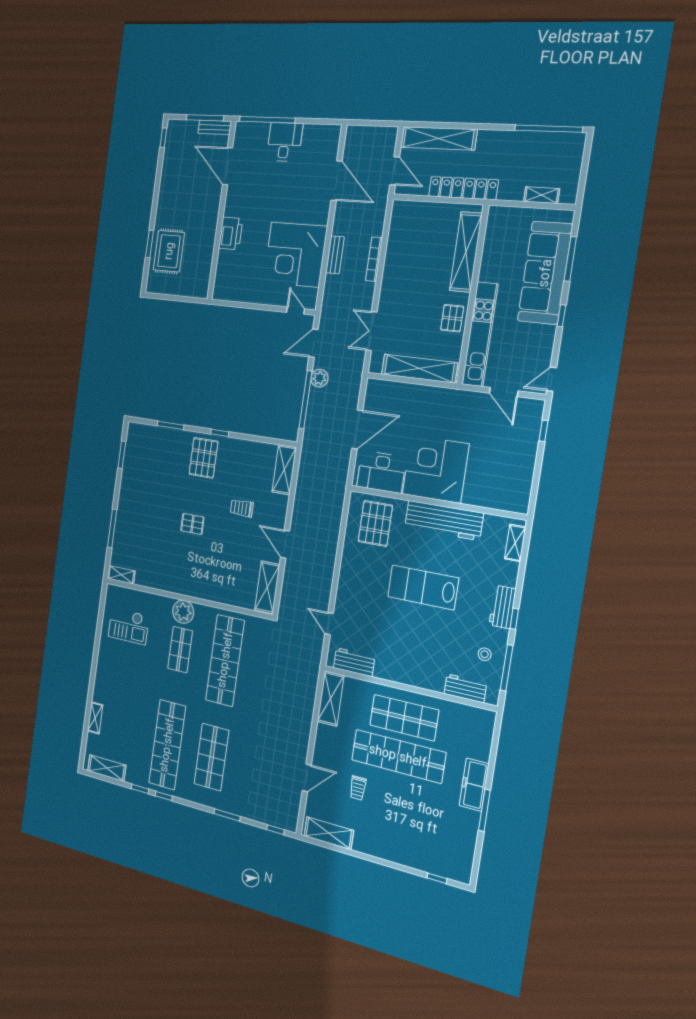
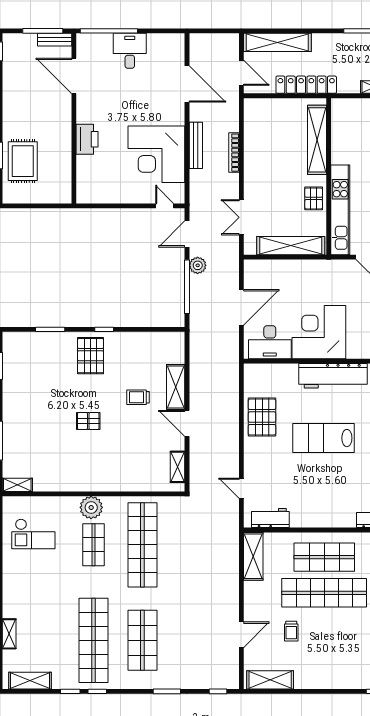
bench: (335, 255) -> (196, 145), width x1.36
shelving: (284, 470) -> (176, 387), moved
pallet: (375, 523) -> (262, 417), moved
shelving: (267, 587) -> (178, 467), width x0.67, depth x0.75

